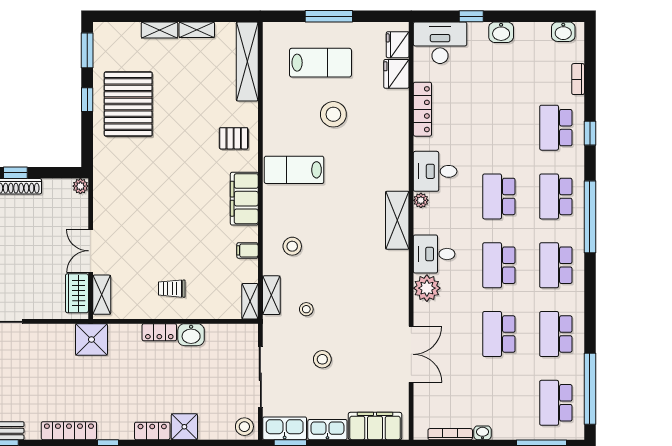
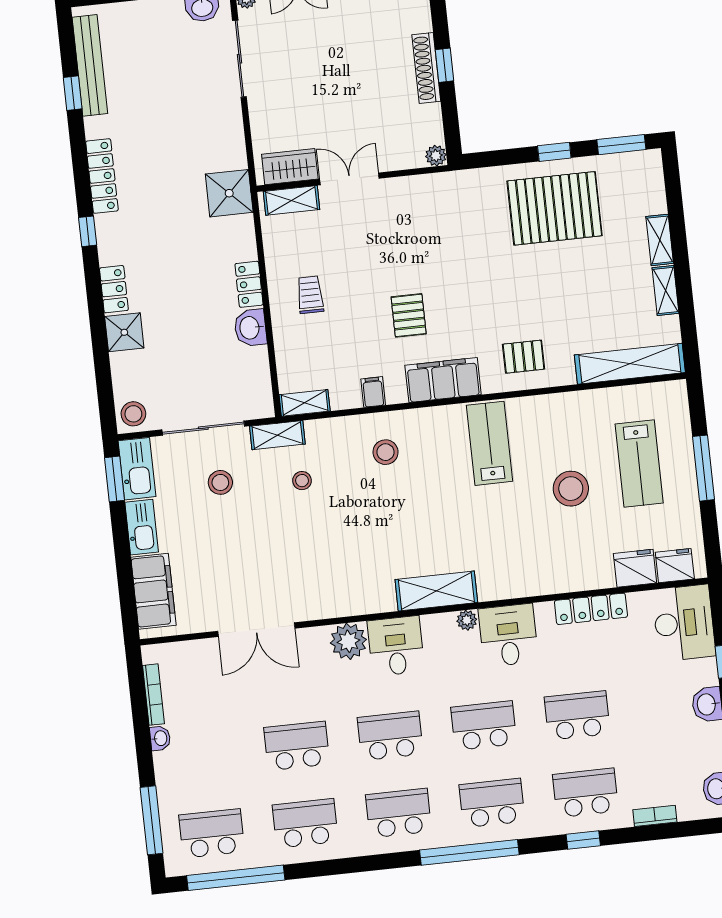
school desk: (499, 128) -> (577, 715), added
pallet: (234, 138) -> (524, 357), turned 90
pallet: (195, 219) -> (409, 315), added
shelving: (271, 295) -> (277, 435), moved
stool: (322, 359) -> (220, 482), moved

